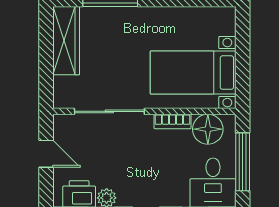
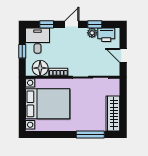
bed with nightstands: (193, 73) -> (48, 104), width x1.36
window: (243, 162) -> (22, 51), width x0.46

